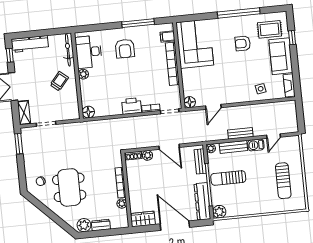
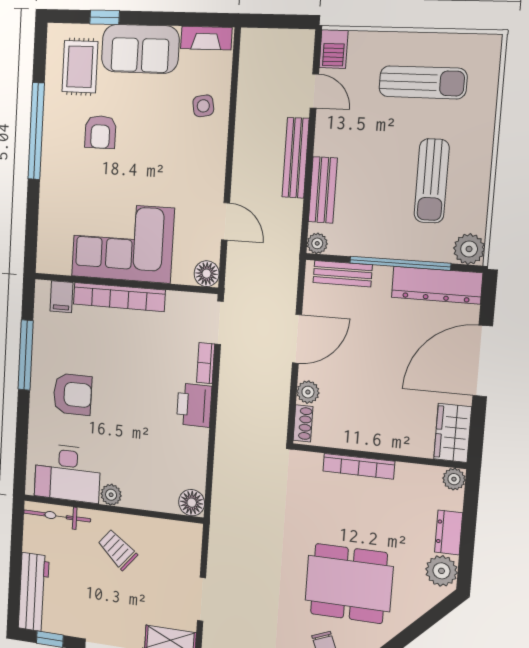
corner sofa: (195, 44) -> (123, 242), moved
bench: (240, 133) -> (296, 158), width x1.36
barbecue: (256, 145) -> (334, 49), moved
sun lounger: (228, 178) -> (432, 181), moved
plant: (122, 204) -> (454, 479), moved

